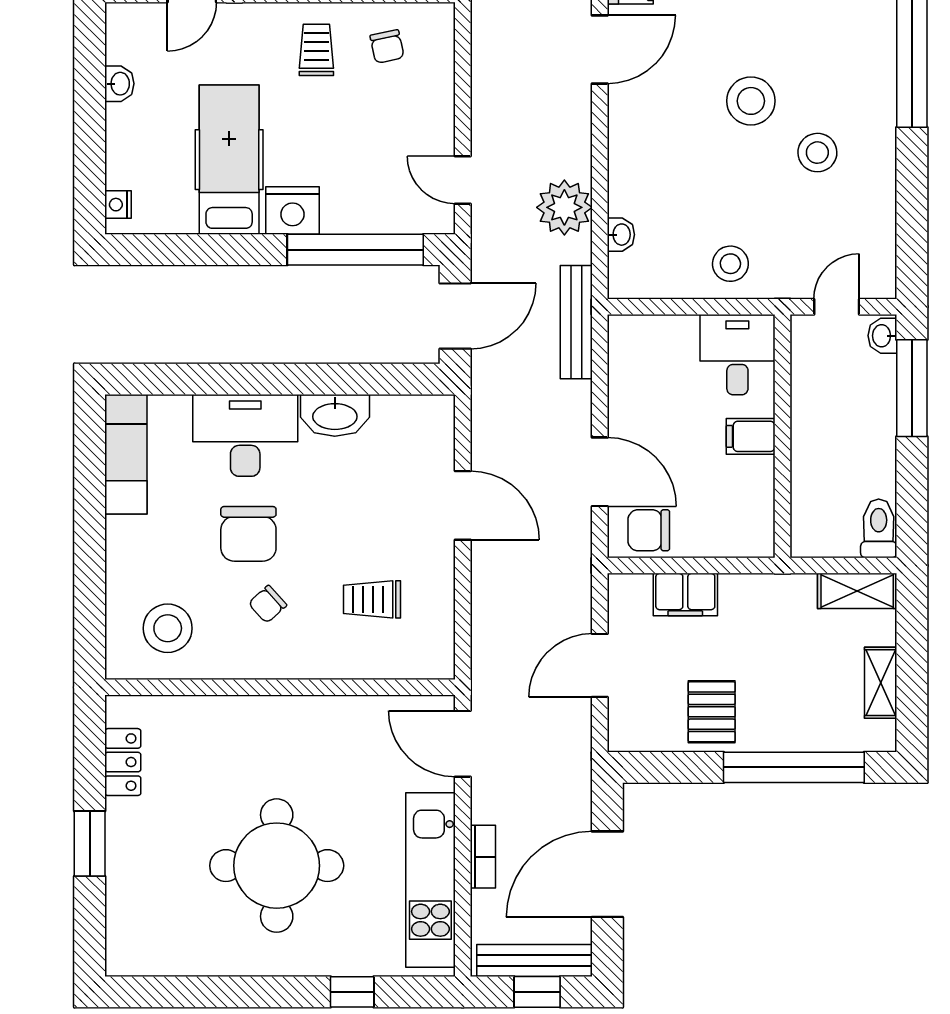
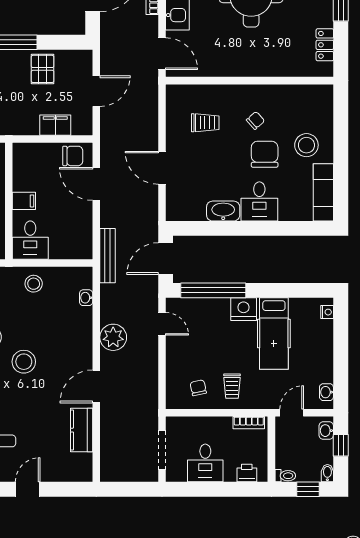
washbasin: (119, 84) -> (326, 392), moved
plant: (564, 207) -> (113, 337), moved
desk: (245, 435) -> (259, 201), width x0.73
stool: (168, 628) -> (306, 145), moved

